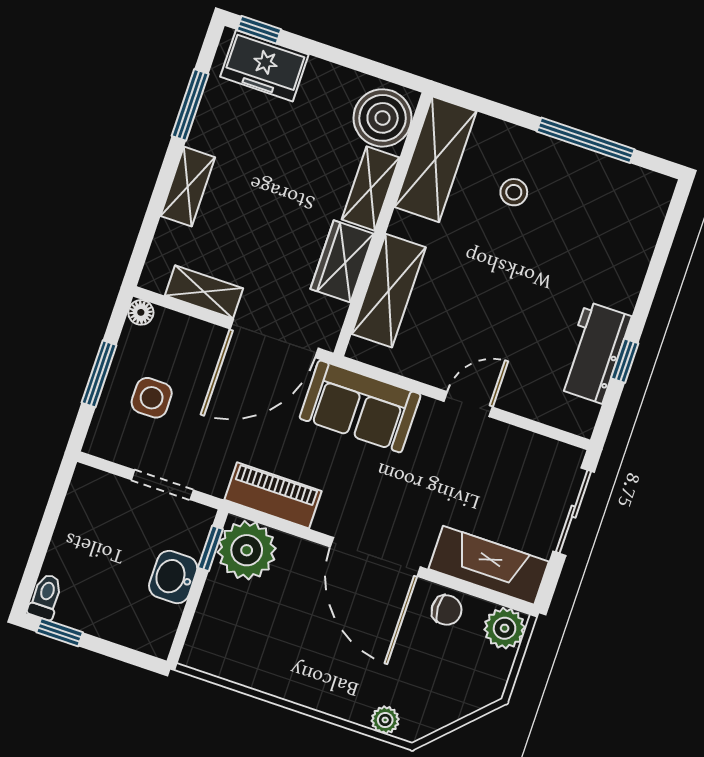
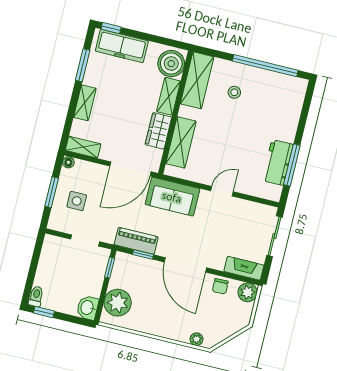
freezer: (264, 66) -> (122, 46), width x1.40
window: (586, 140) -> (265, 66), width x1.46
shelving: (204, 292) -> (83, 147), moved
window: (625, 361) -> (292, 165), width x2.17
window: (285, 526) -> (143, 255), added
plant: (247, 550) -> (118, 303), moved
fireplace: (489, 565) -> (244, 268), width x0.73, depth x0.76
washbasin: (173, 577) -> (88, 308), moved
chair: (447, 610) -> (220, 286), turned 90

